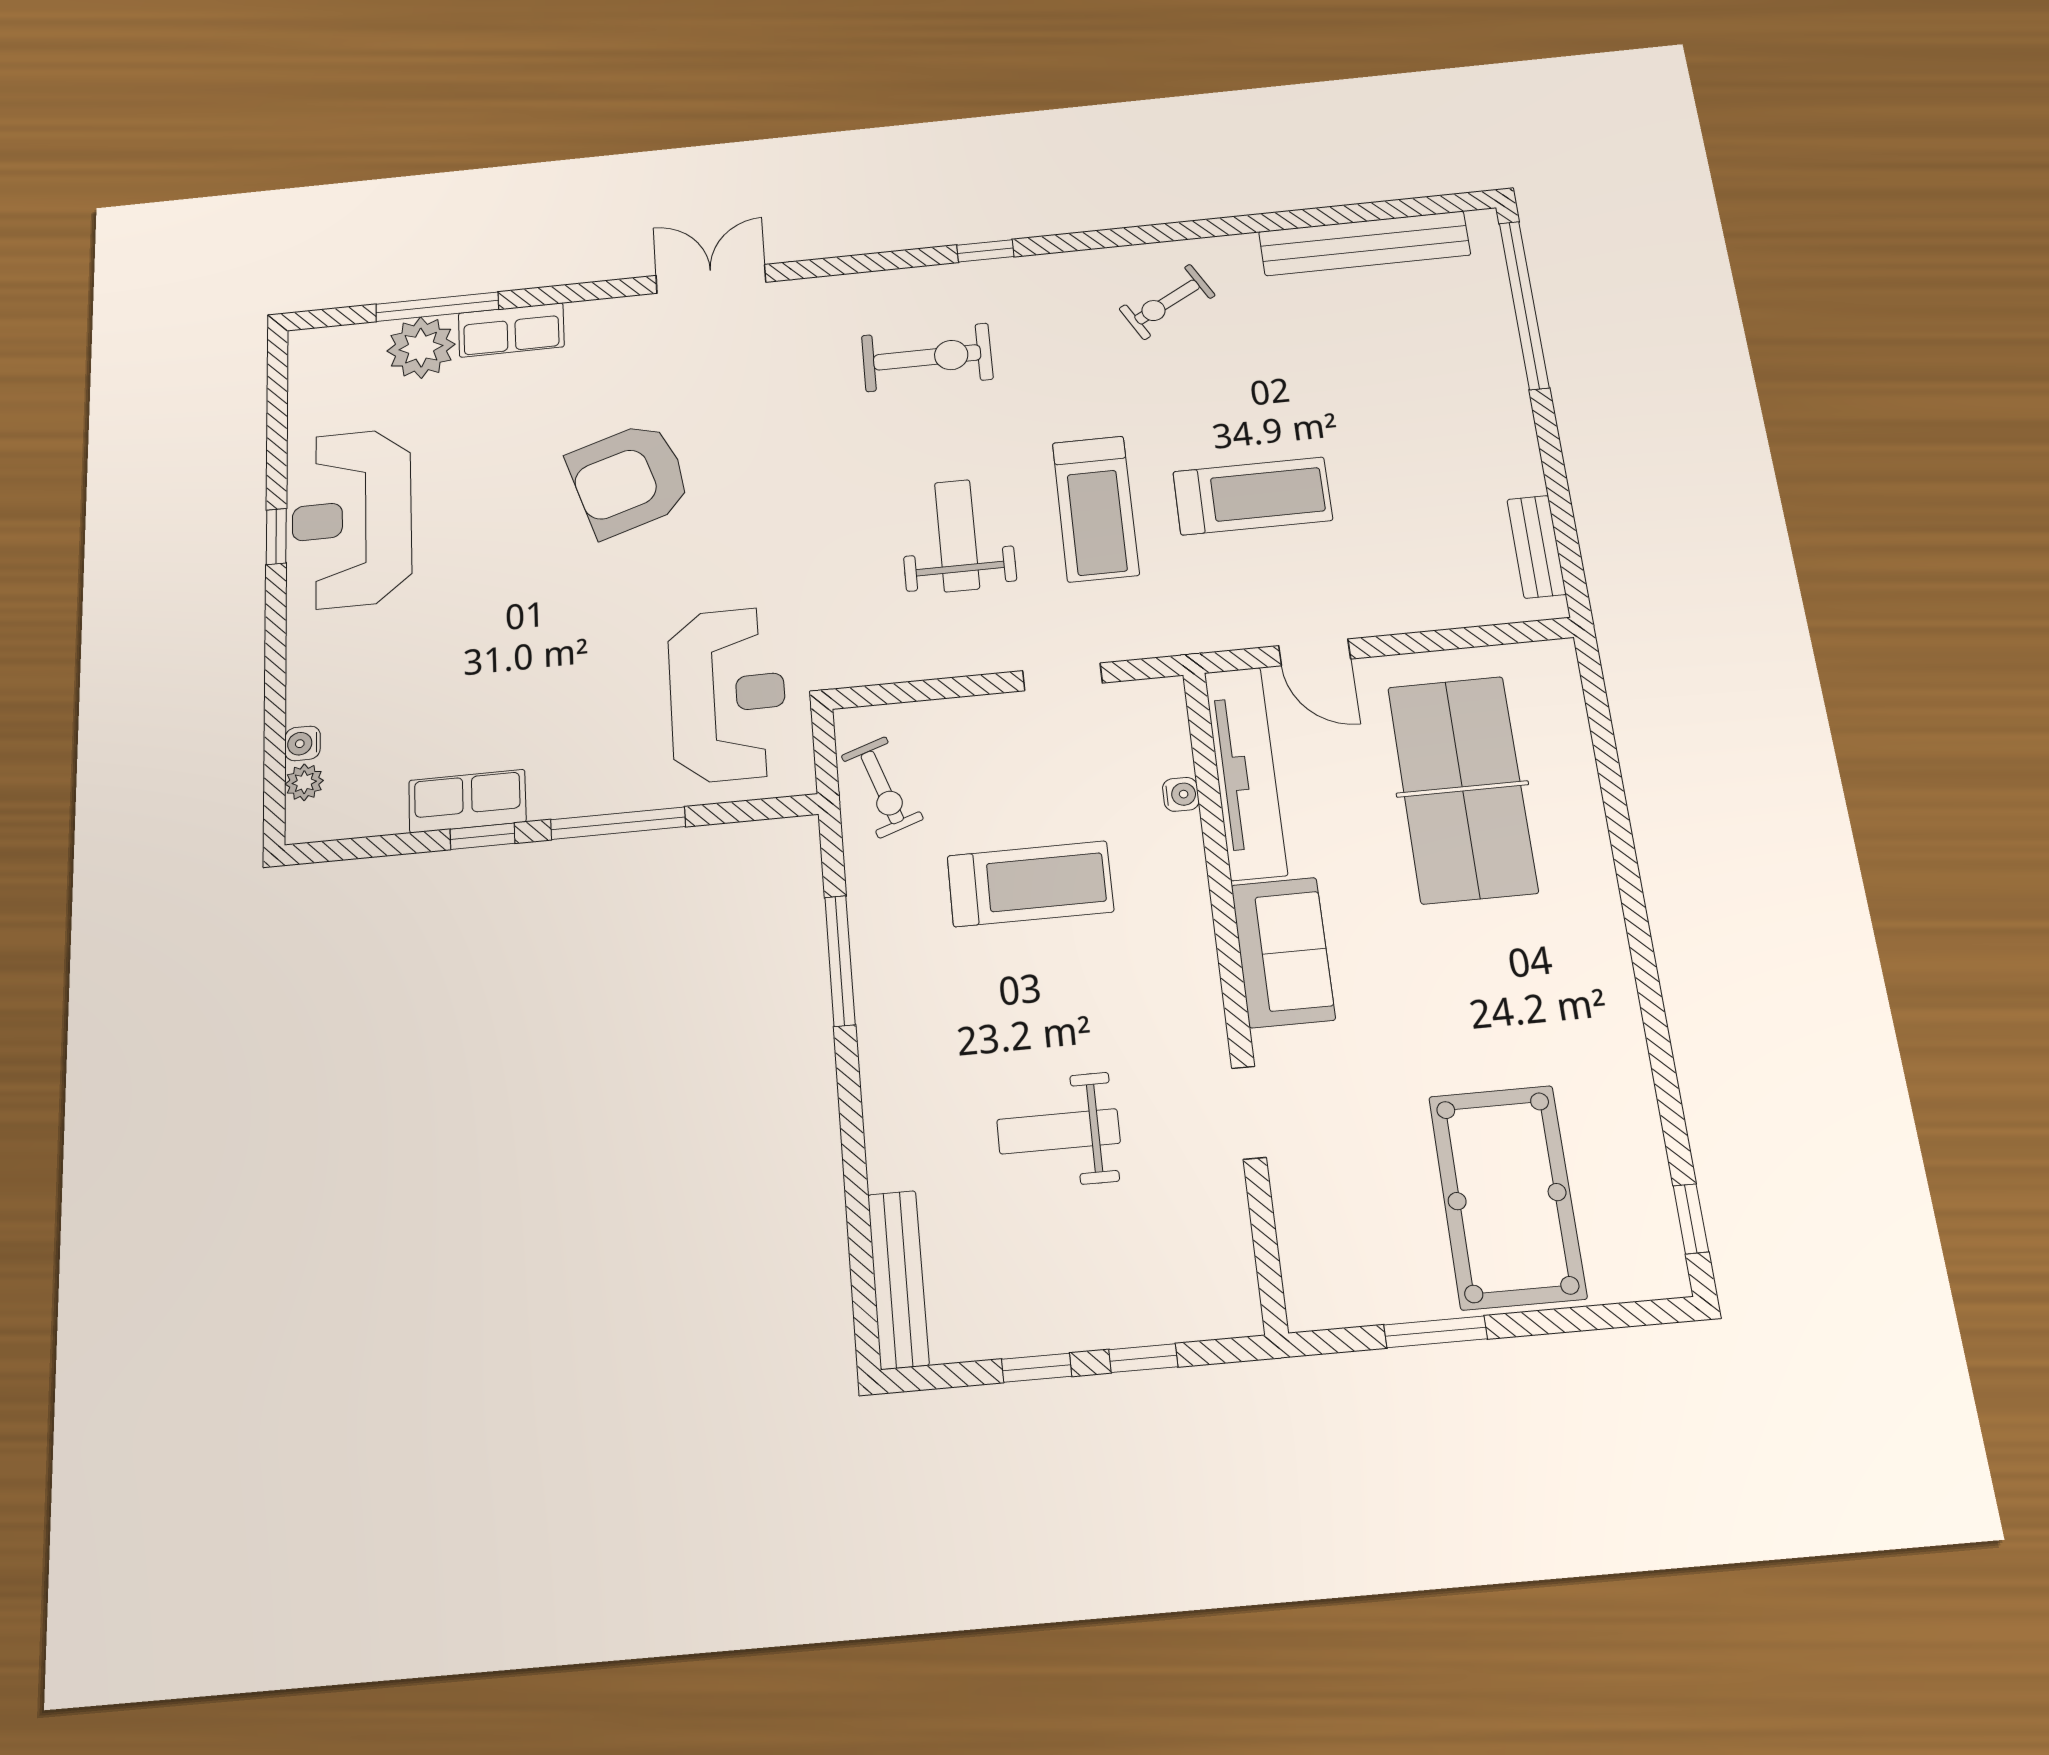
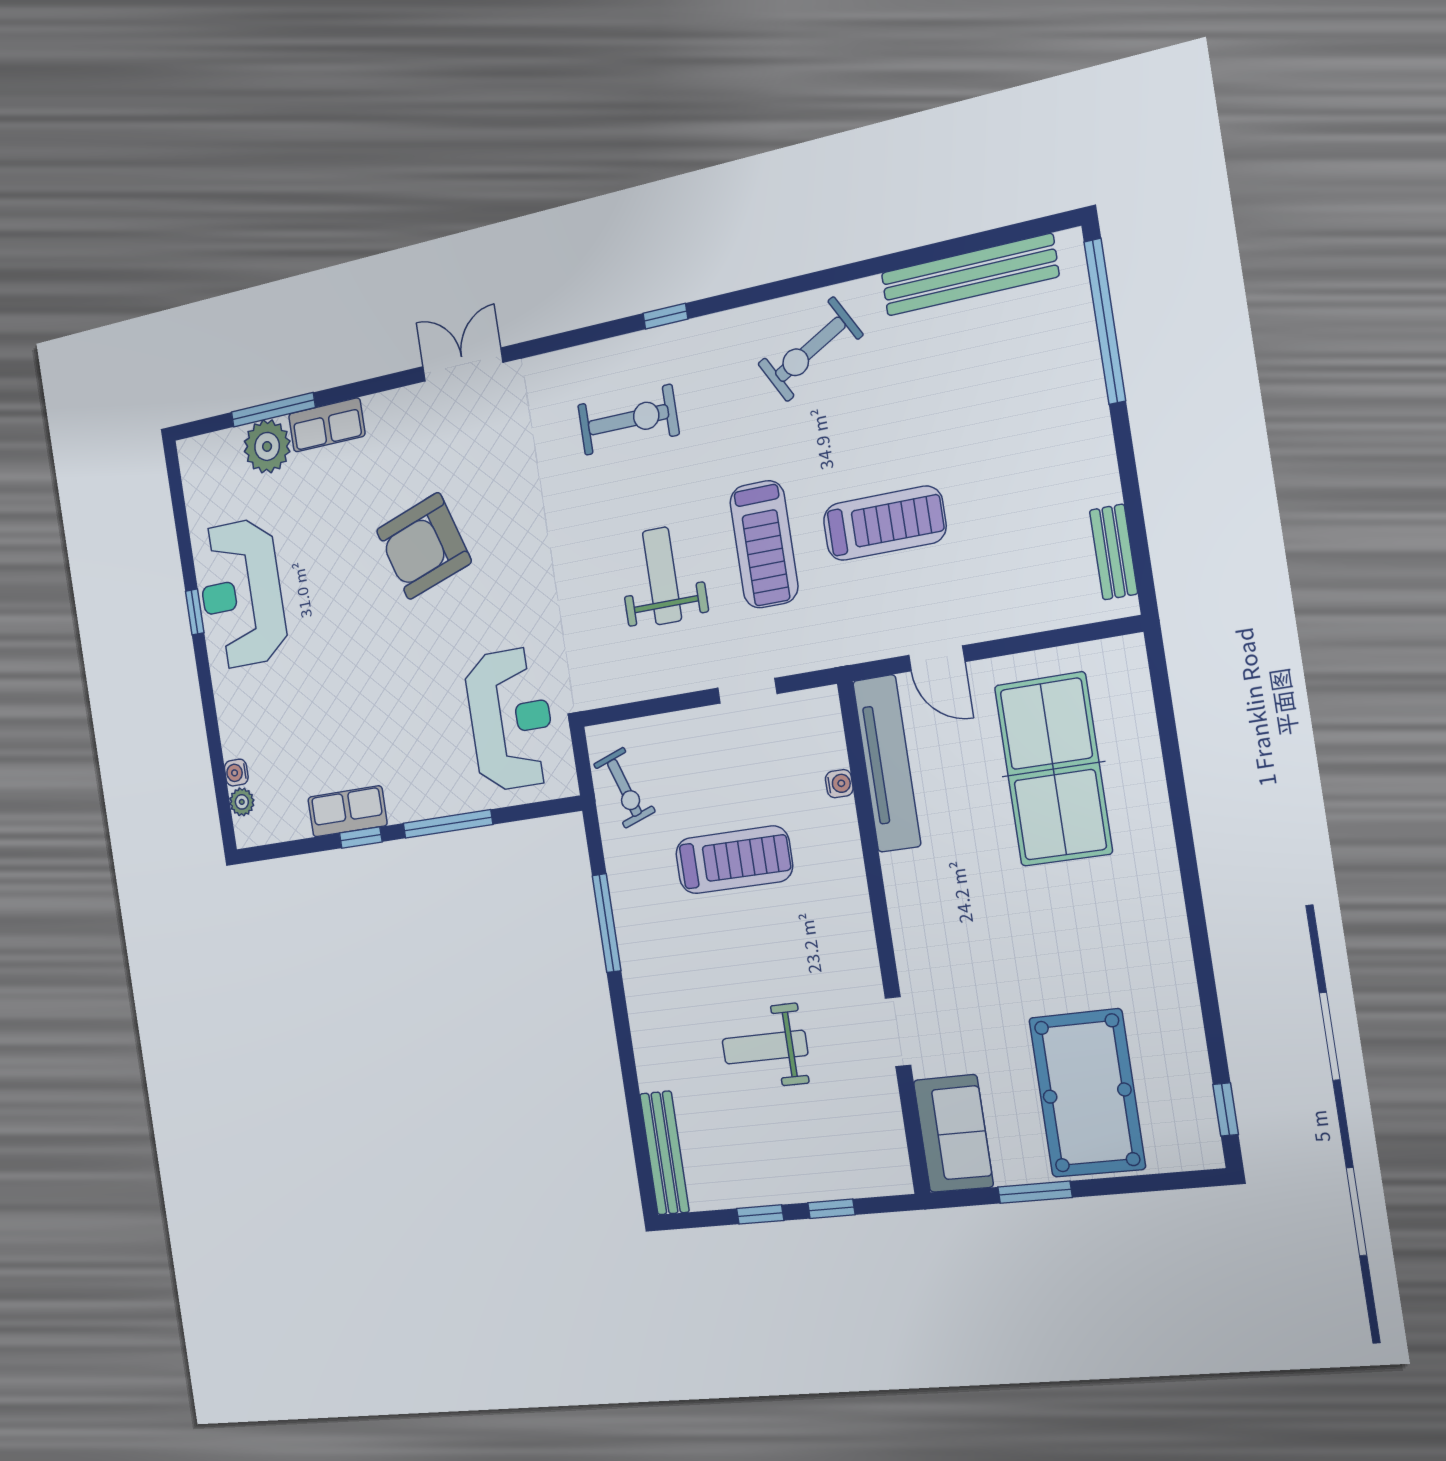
exercise bike: (1167, 302) -> (810, 349), width x1.38, depth x1.39
sofa: (1283, 952) -> (953, 1133), moved

